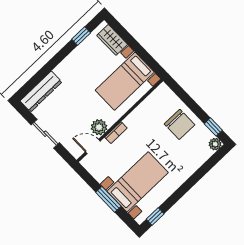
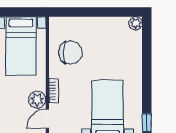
chair: (180, 124) -> (70, 53), moved
window: (213, 127) -> (121, 12), removed

